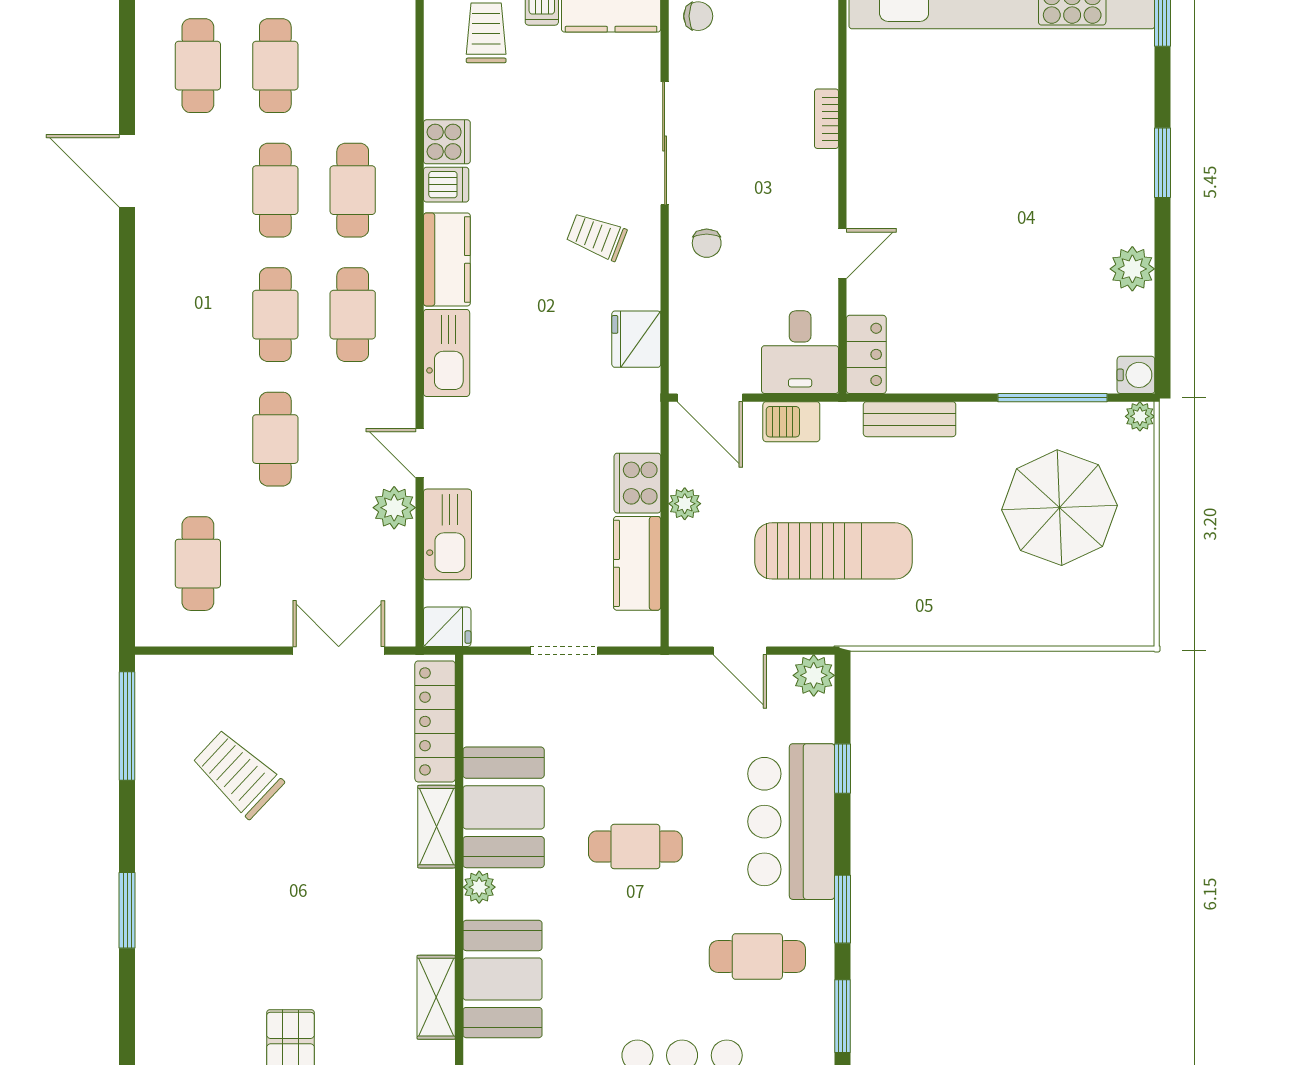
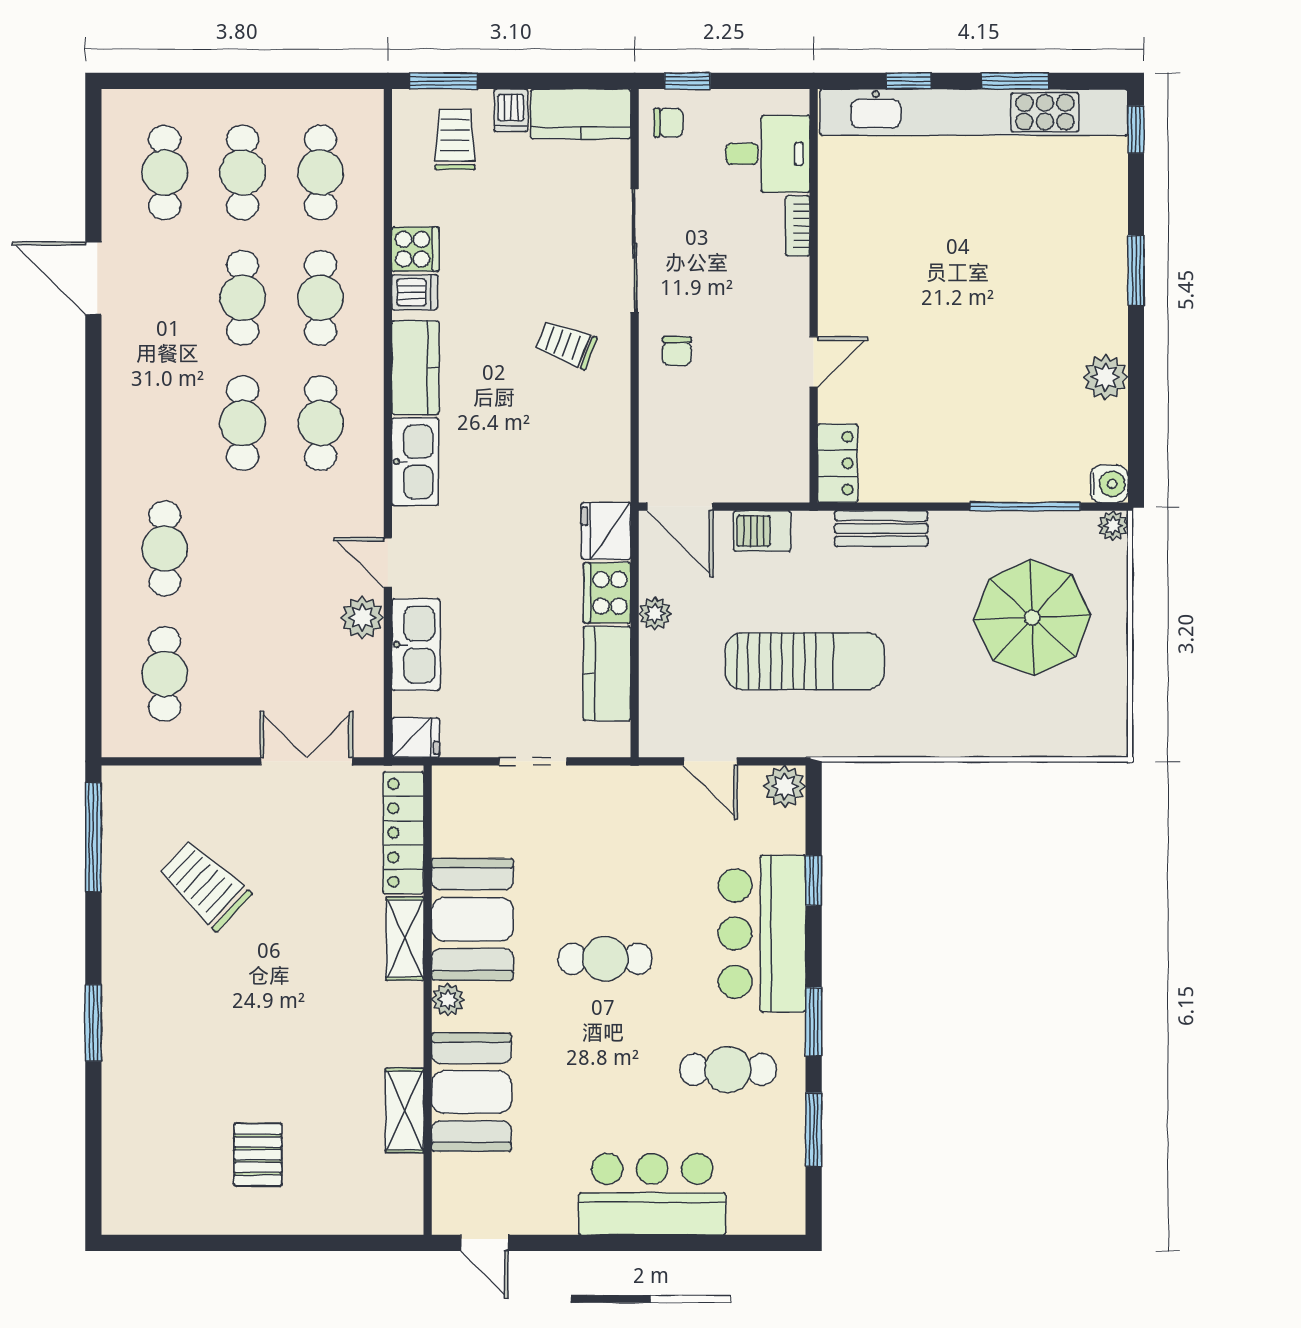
cafe table: (353, 66) -> (321, 172), added
fridge: (636, 339) -> (606, 531), moved
desk: (800, 352) -> (768, 154), moved, turned -90
cafe table: (275, 439) -> (165, 548), moved

